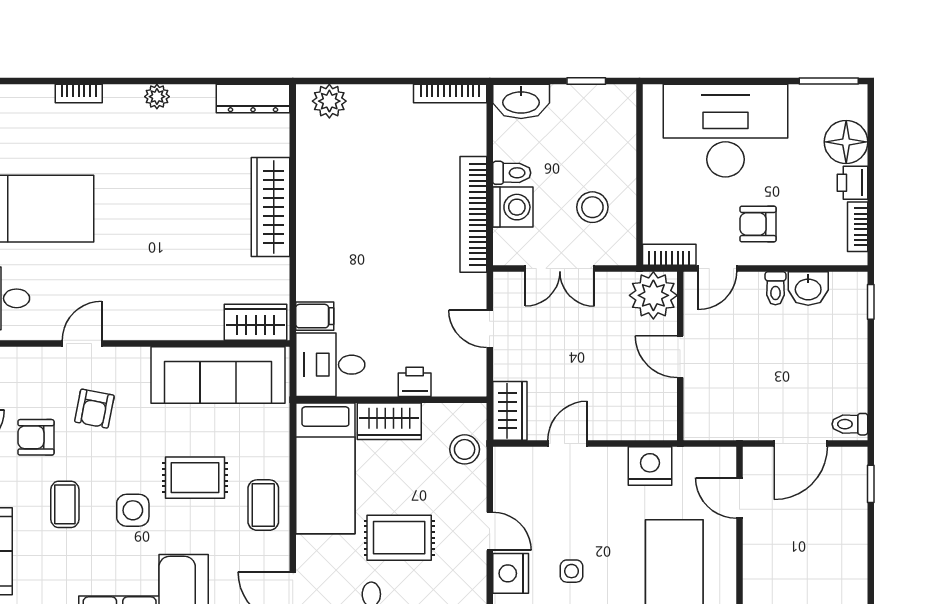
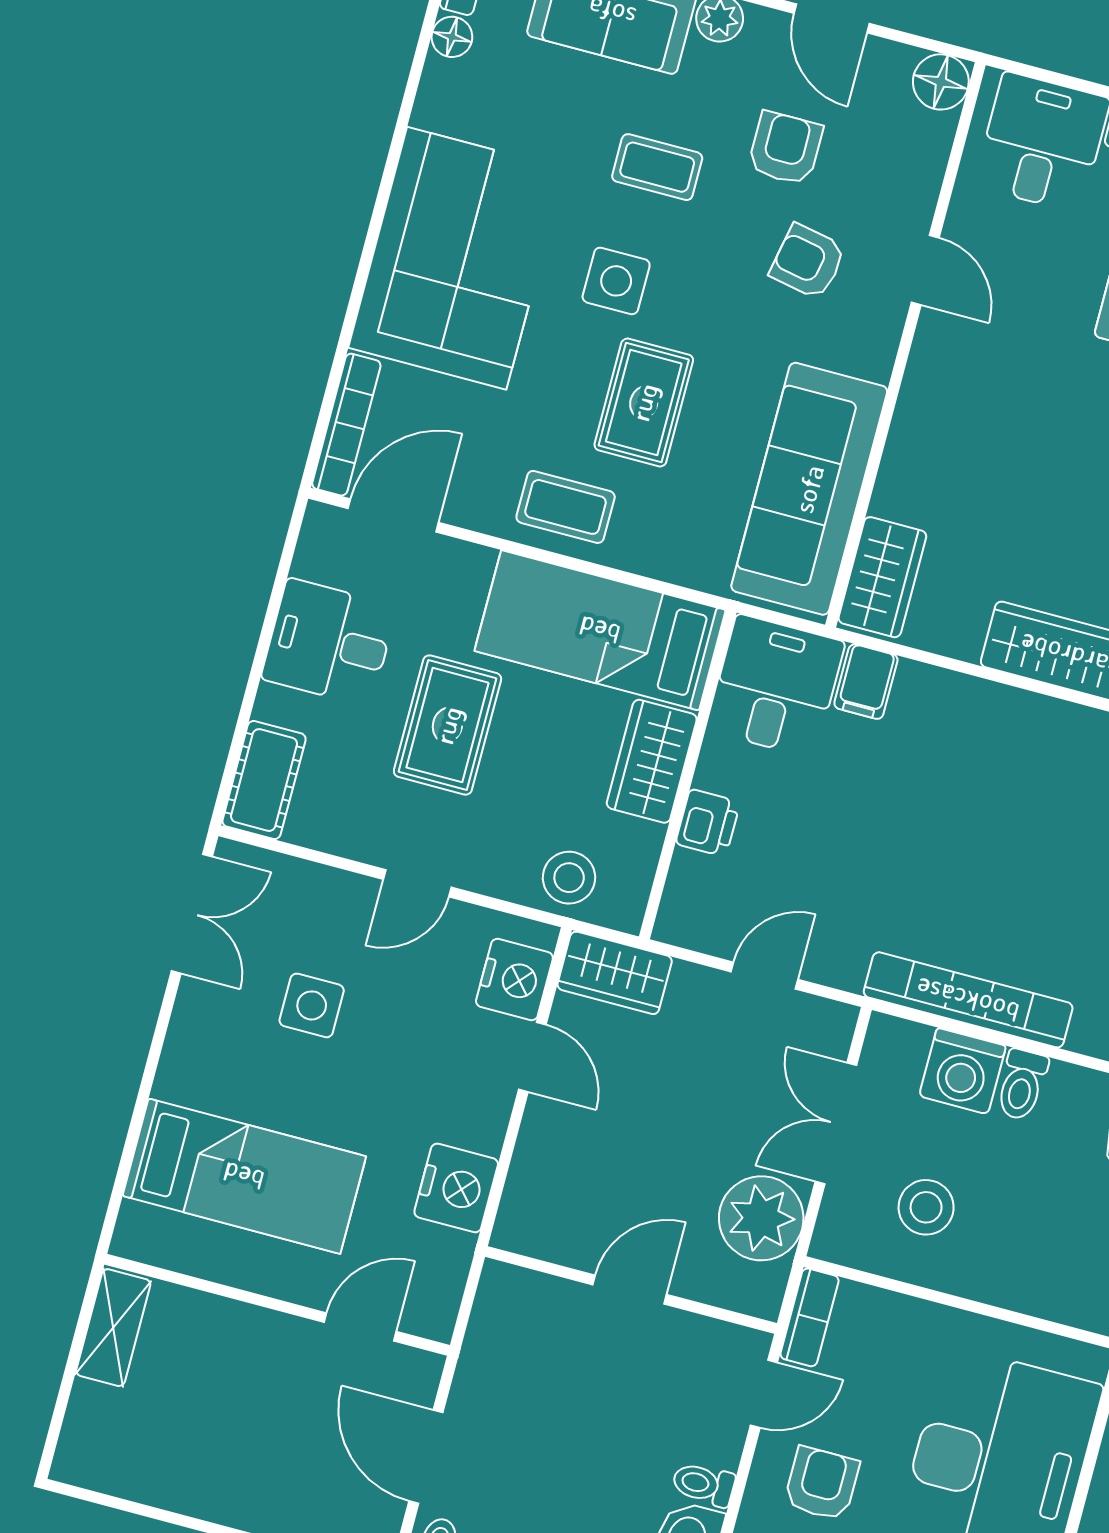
door: (717, 268) -> (764, 1394), swing flipped
plant: (653, 295) -> (761, 1218), moved
side table: (572, 571) -> (312, 1005), width x1.37, depth x1.37
nightstand: (511, 573) -> (514, 980), moved, turned 90

